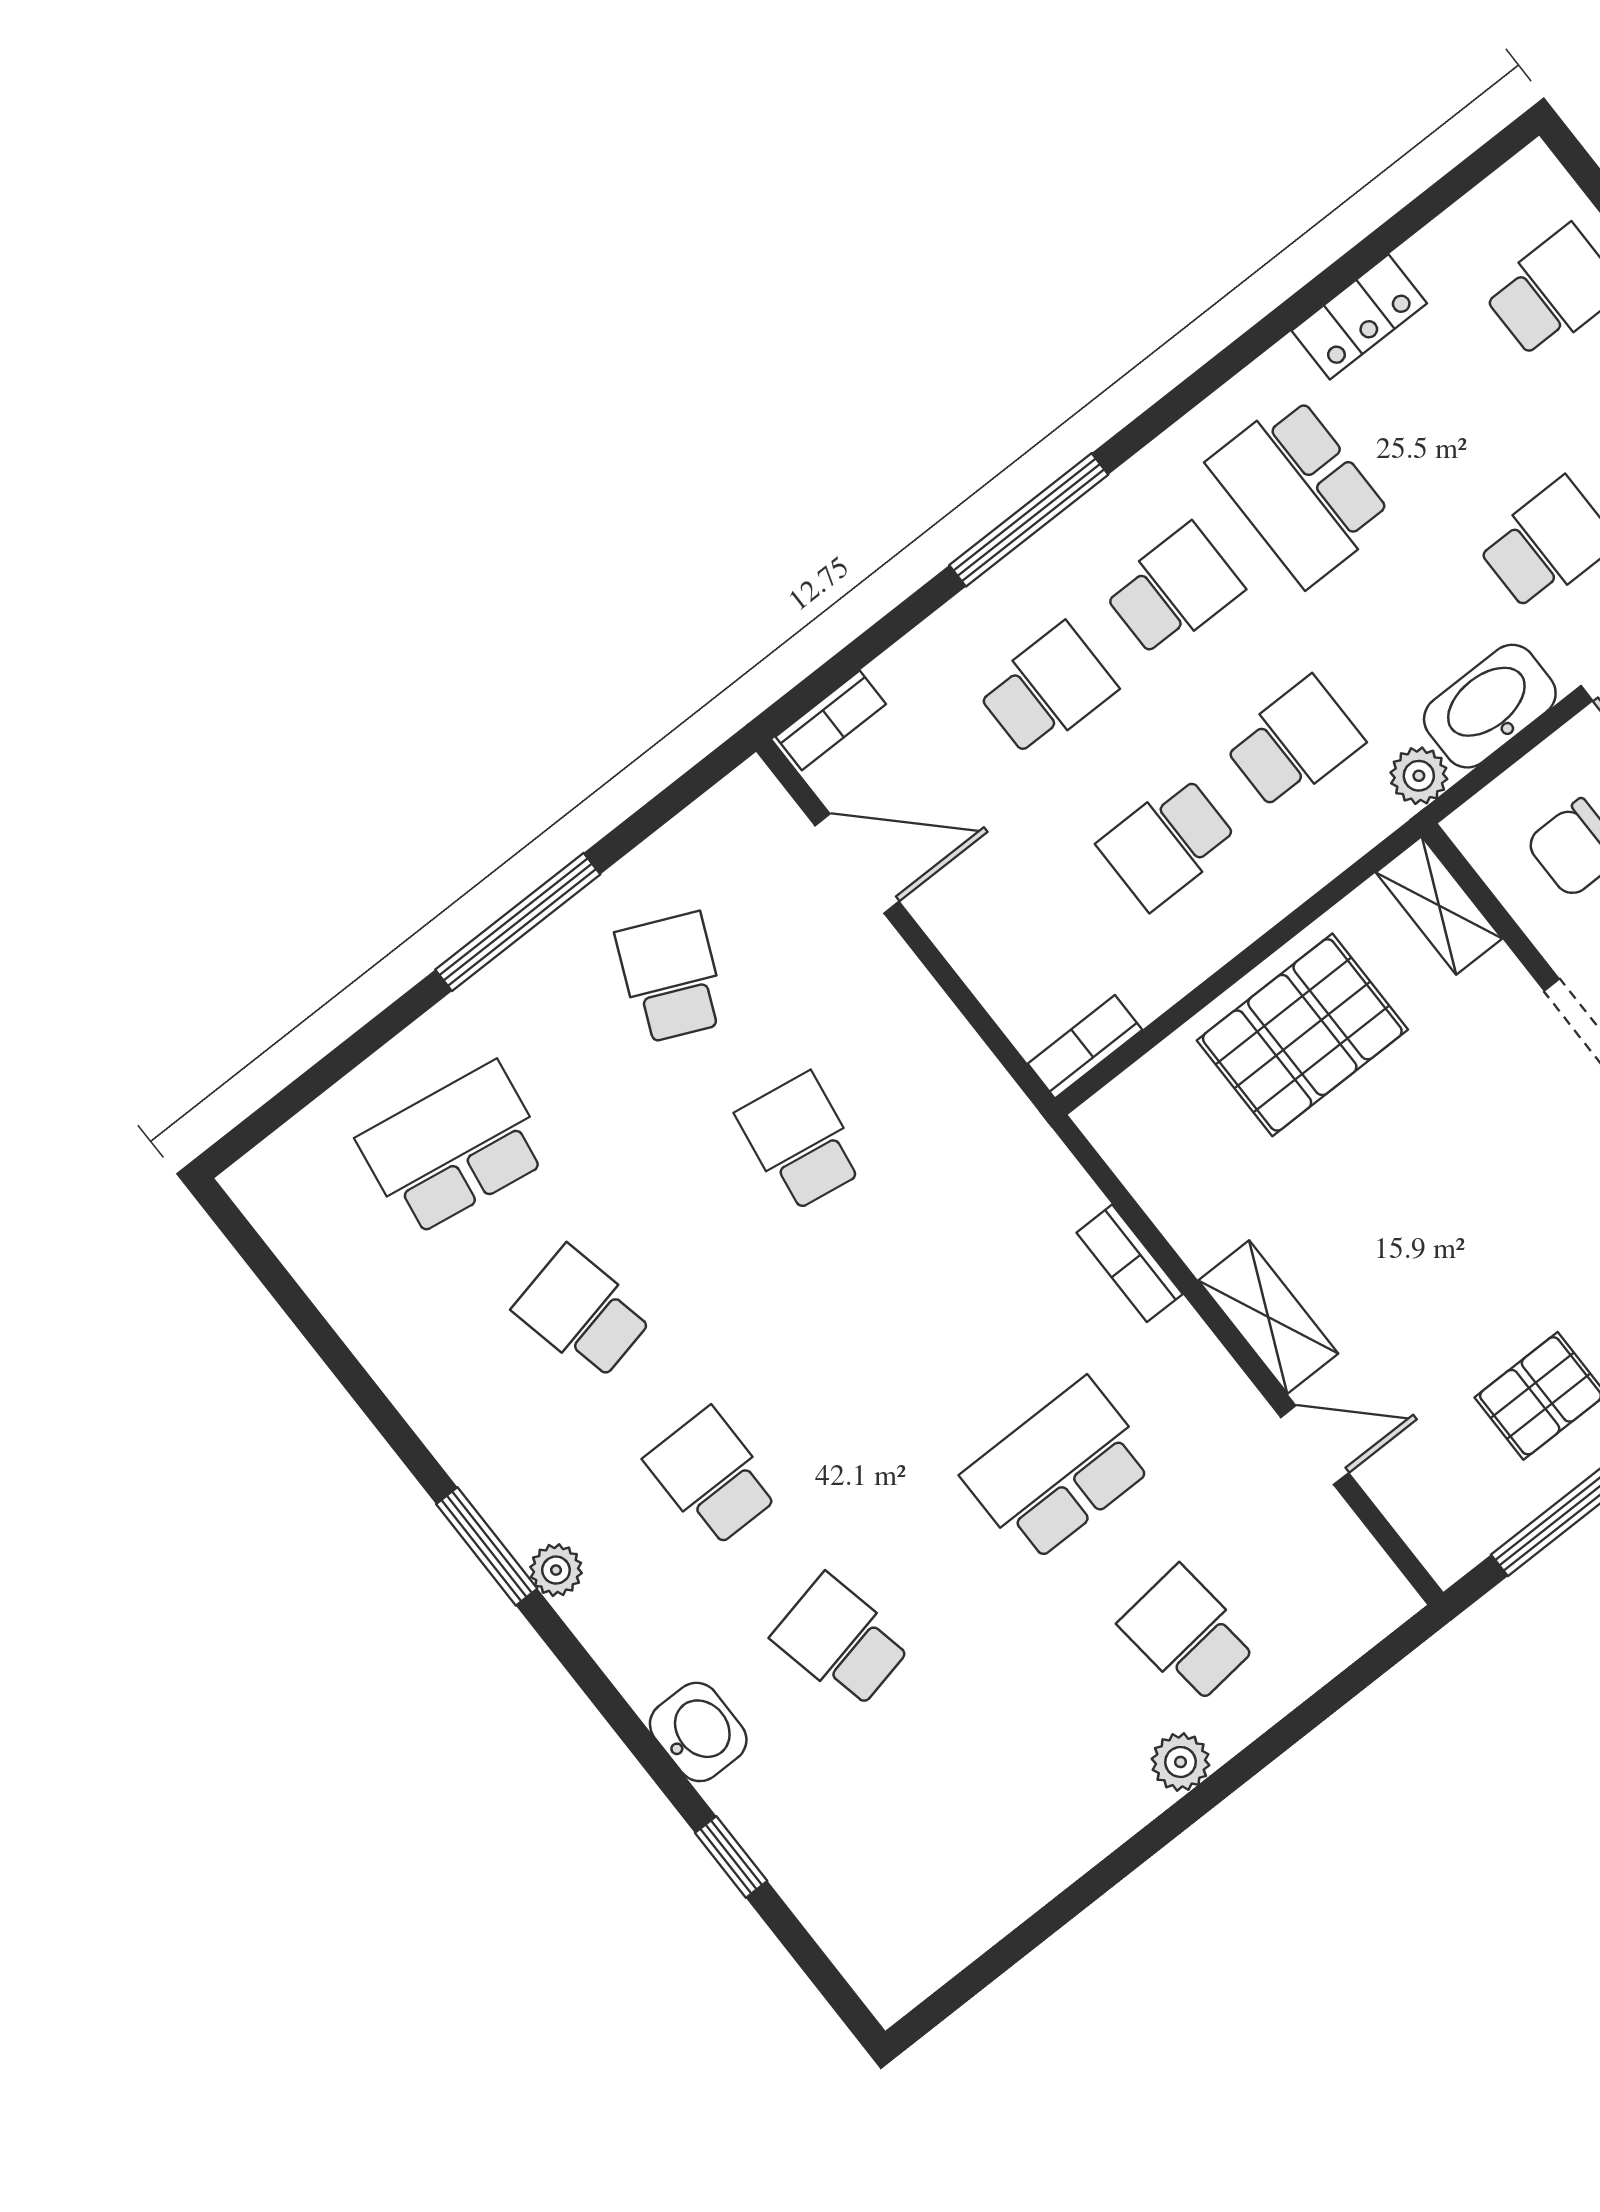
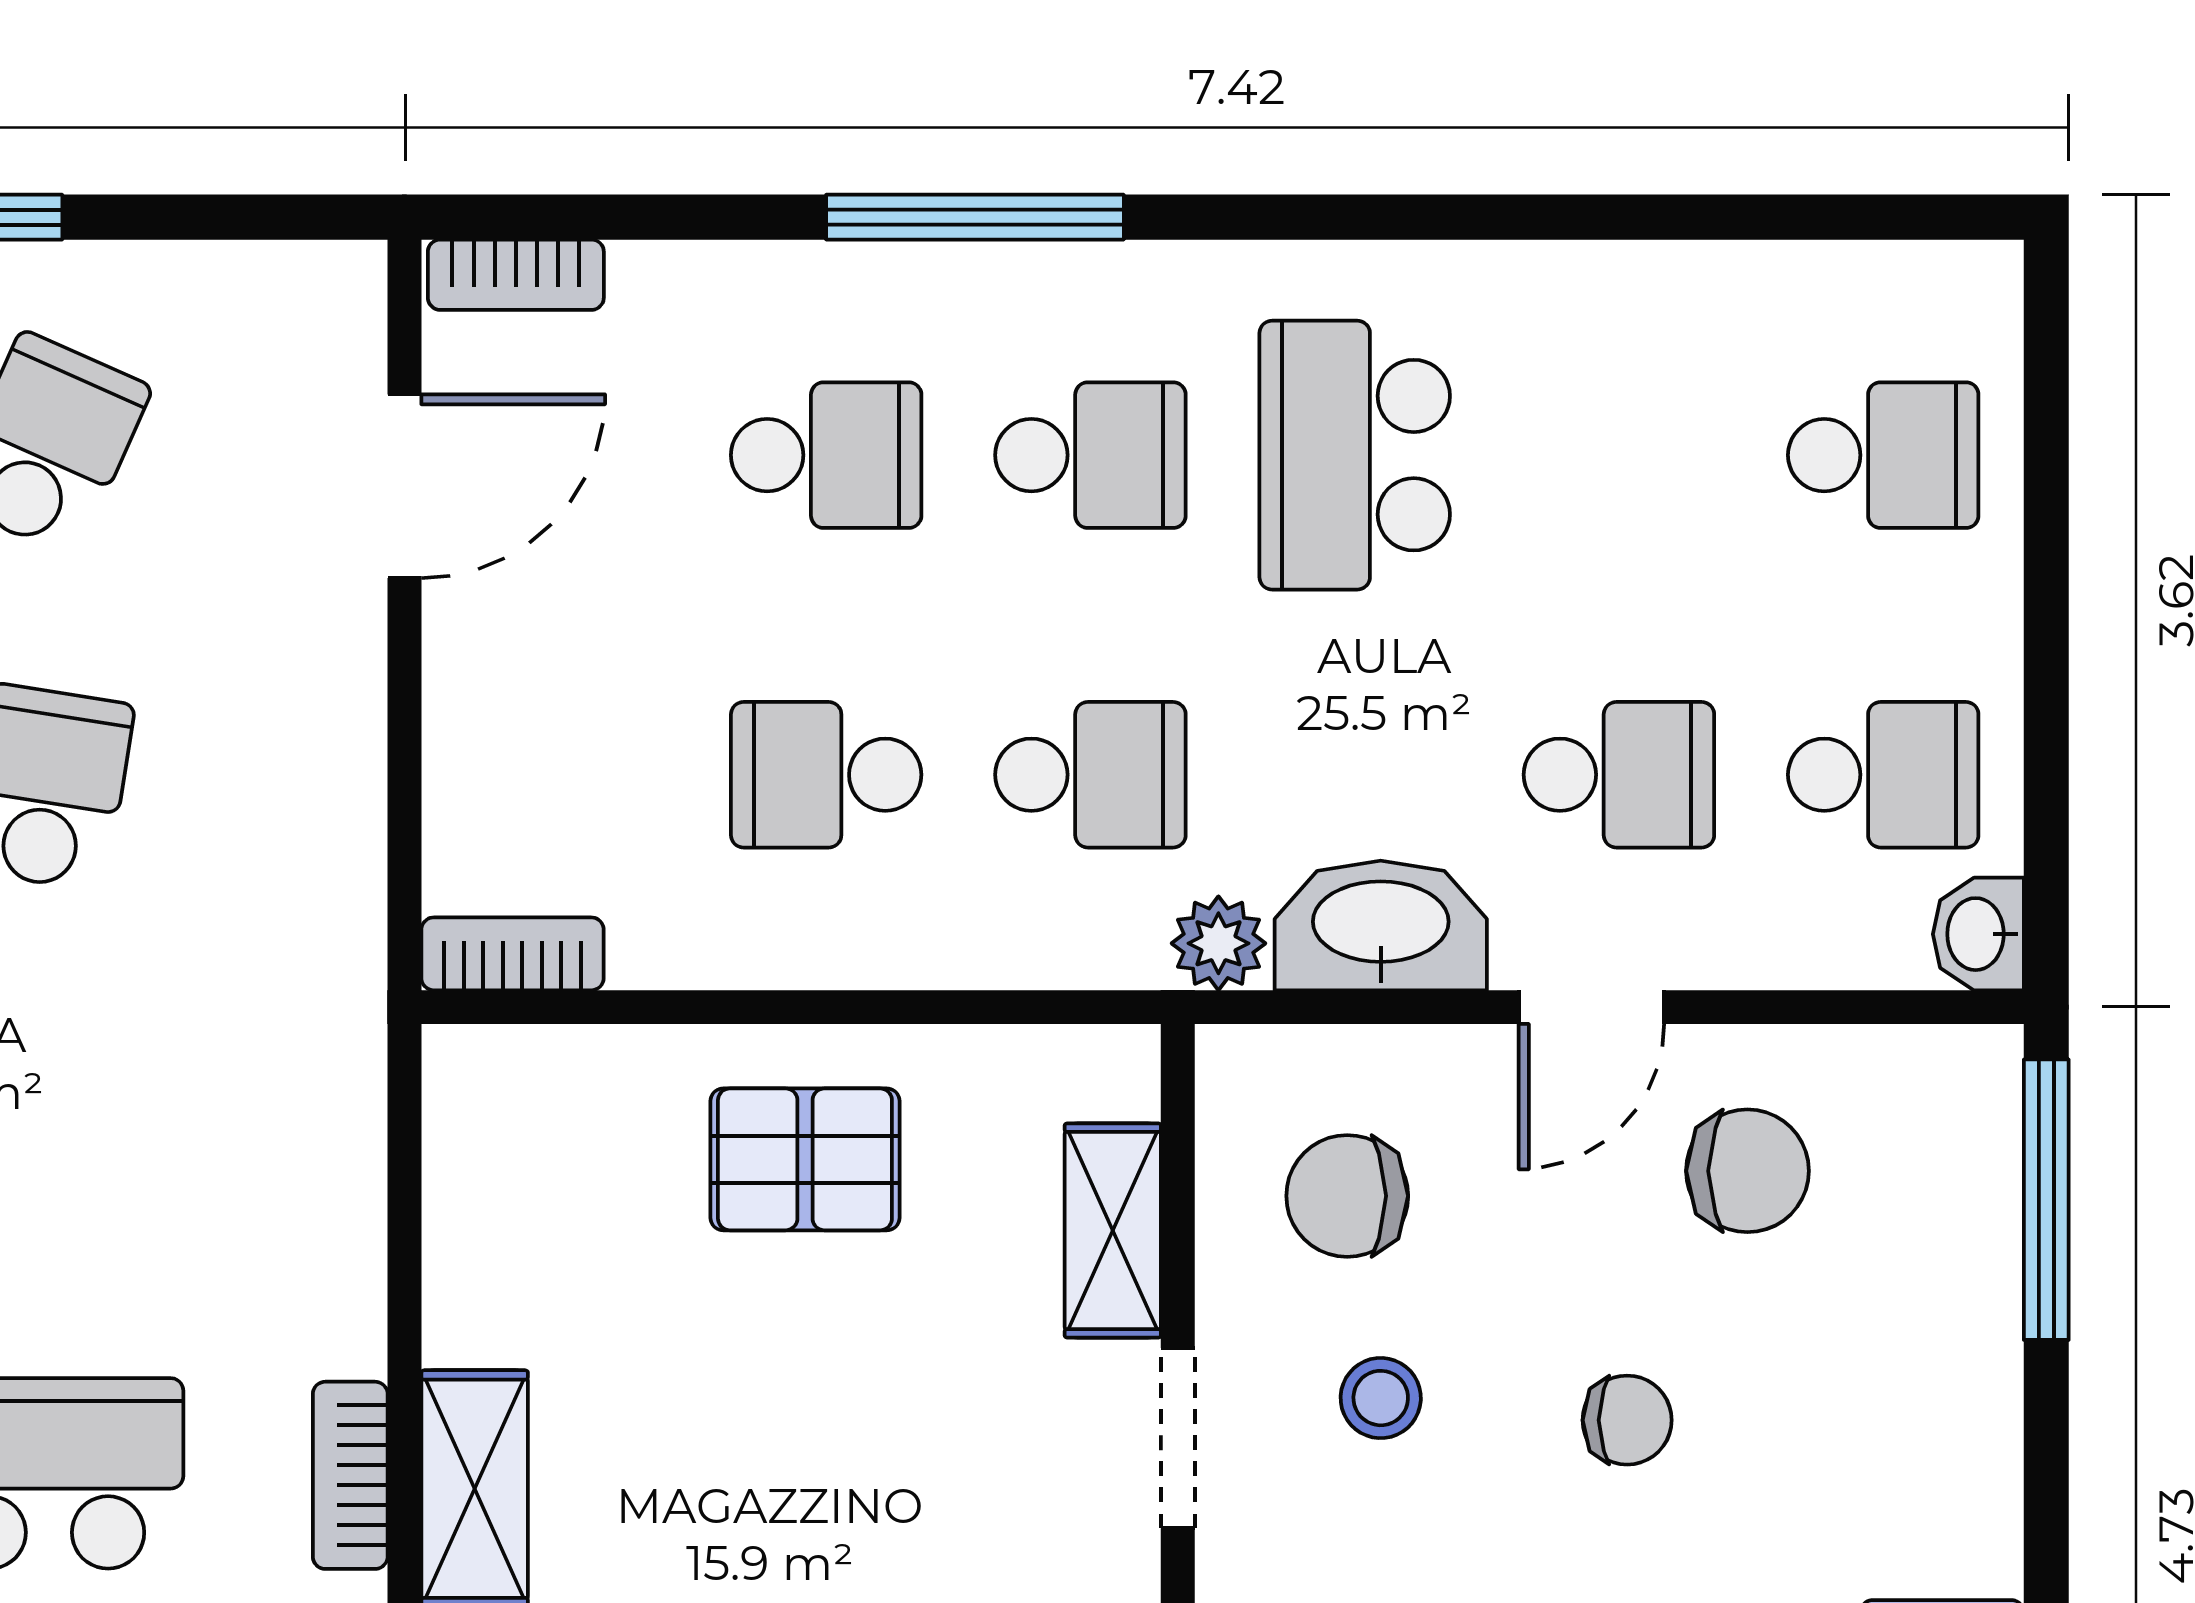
locker: (1359, 317) -> (1607, 291), removed
door: (857, 864) -> (404, 486), hinge flipped
shelving: (1439, 905) -> (1113, 1230), moved
pallet: (1302, 1035) -> (805, 1159), width x0.67, depth x0.71
bookcase: (1130, 1263) -> (350, 1475), moved

